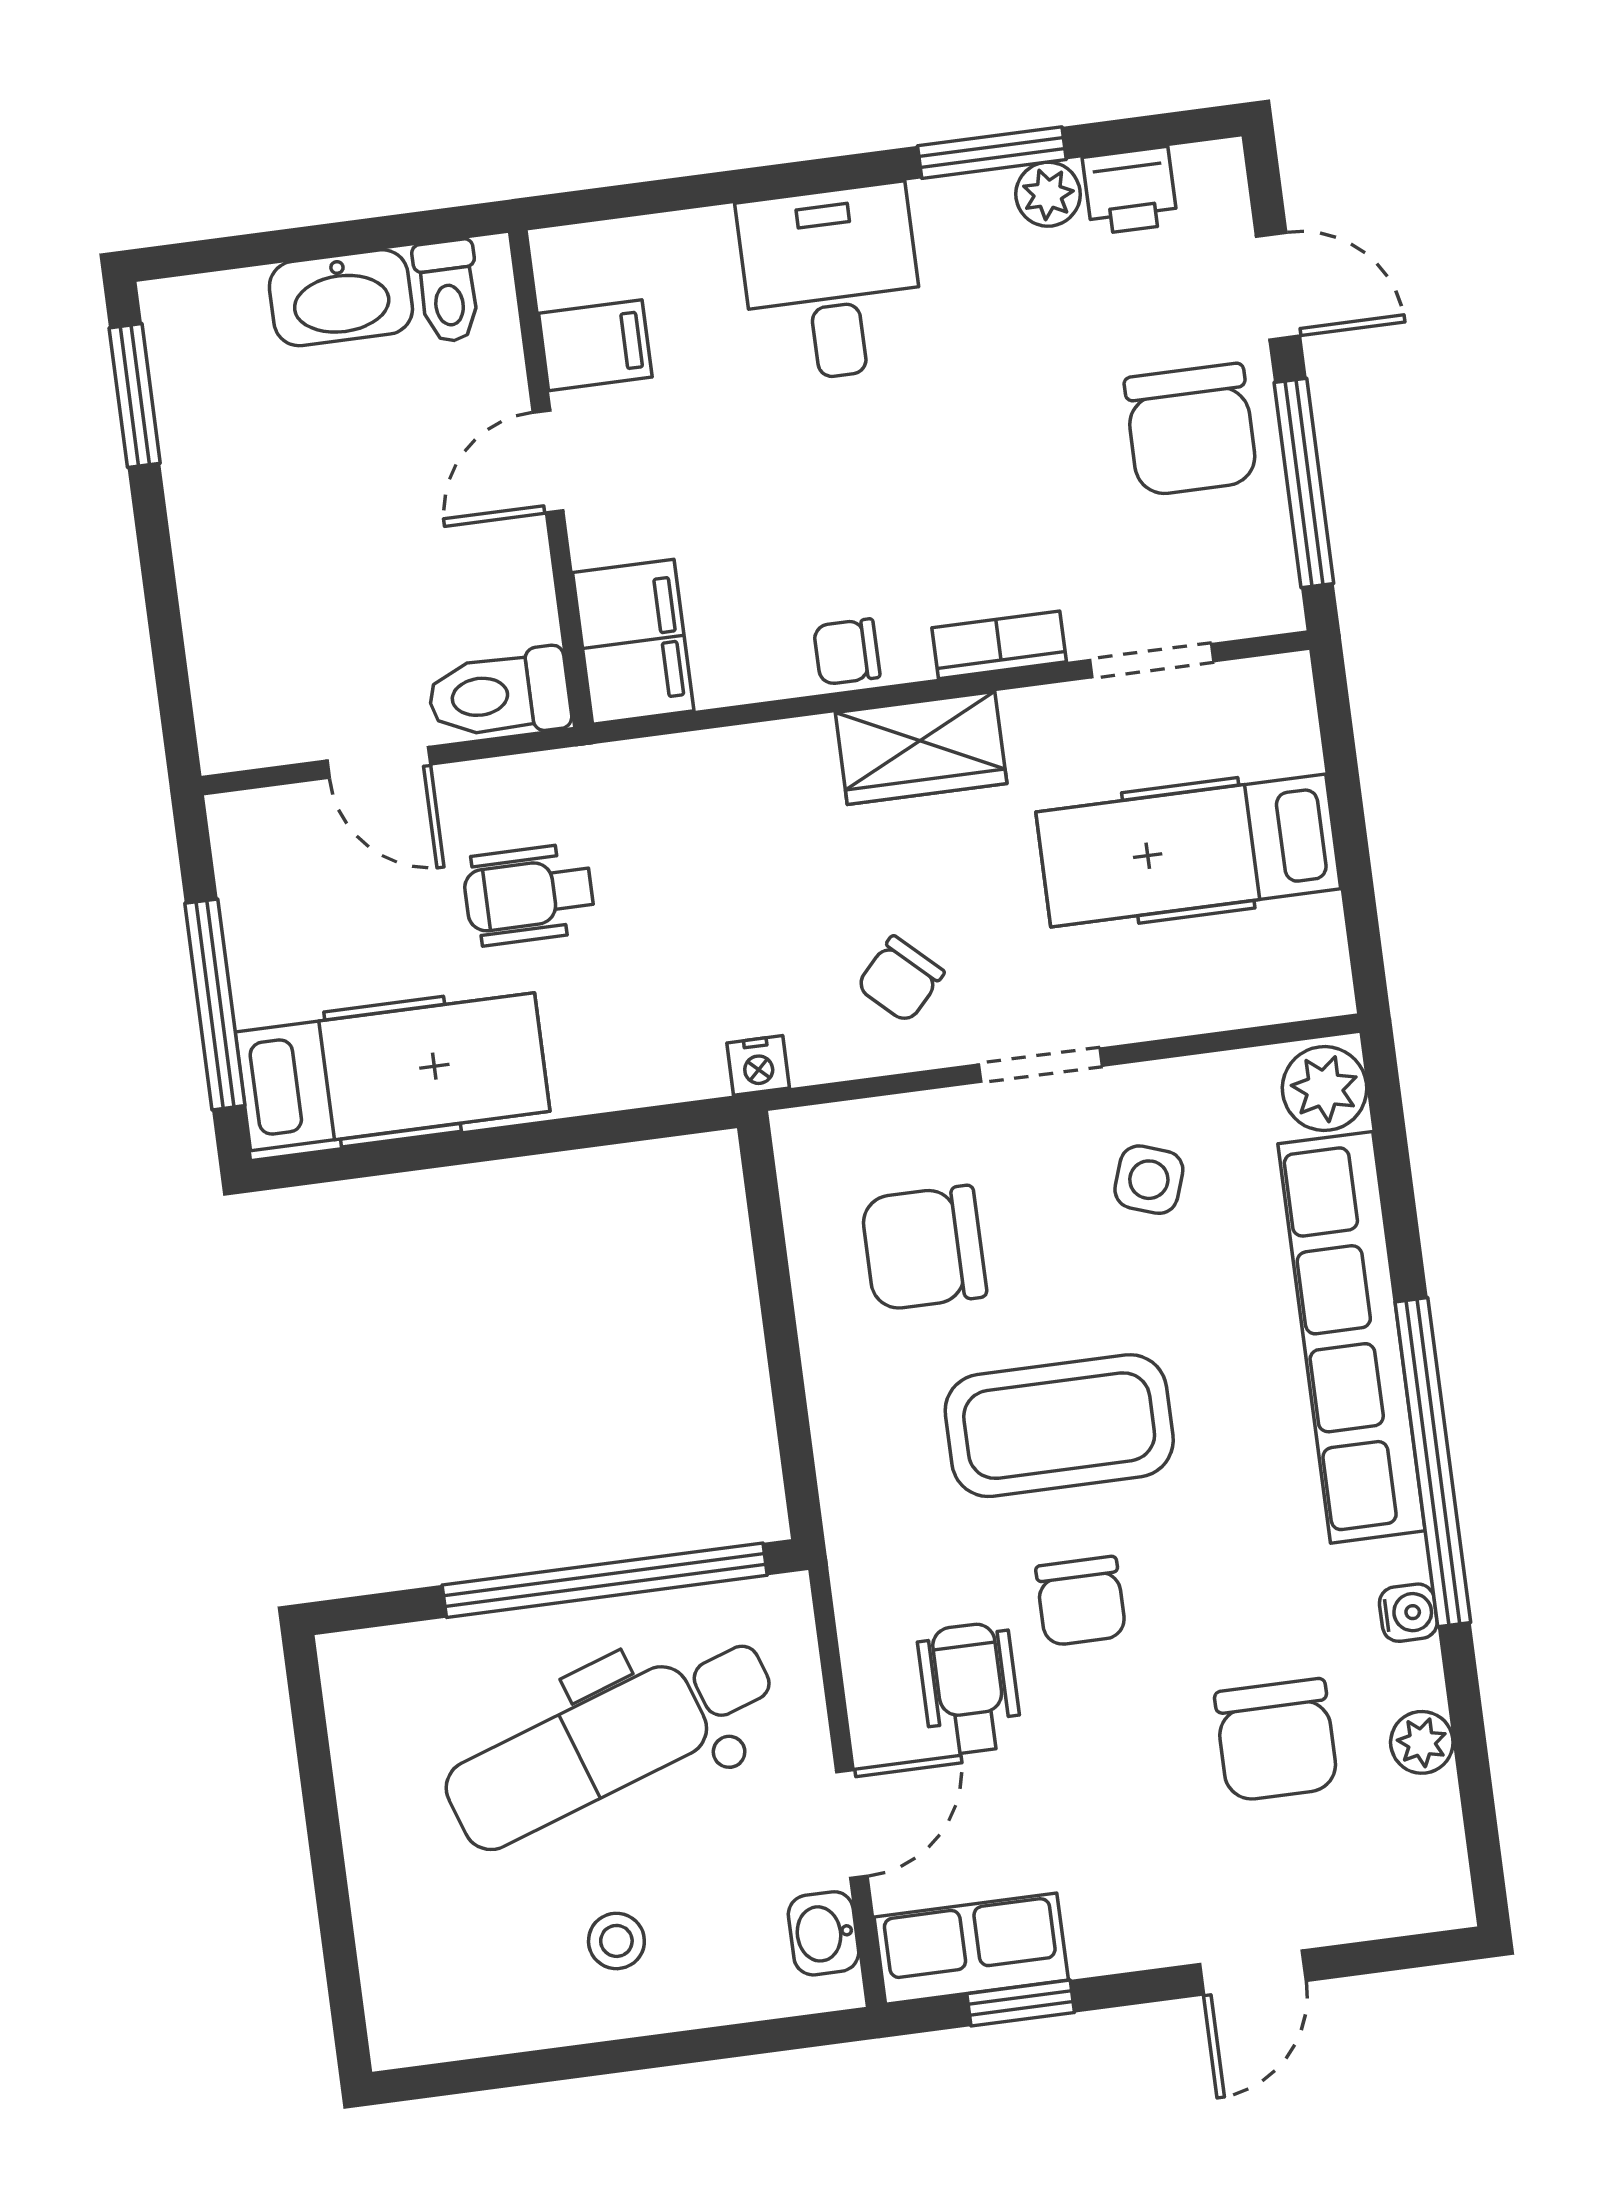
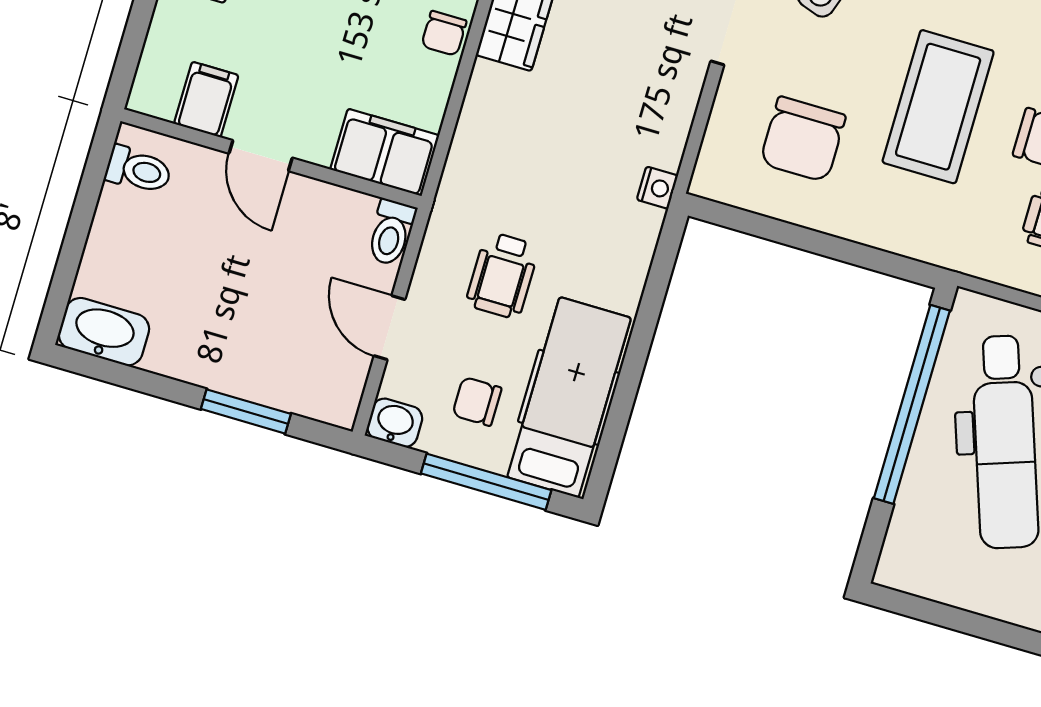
washbasin: (341, 298) -> (104, 332), moved, turned -90
window: (135, 396) -> (246, 411), moved
toilet: (499, 694) -> (391, 232), width x0.73, depth x0.72
door: (379, 762) -> (389, 328), swing flipped
washbasin: (242, 832) -> (395, 423), added
chair: (900, 979) -> (477, 401), moved, turned 137

